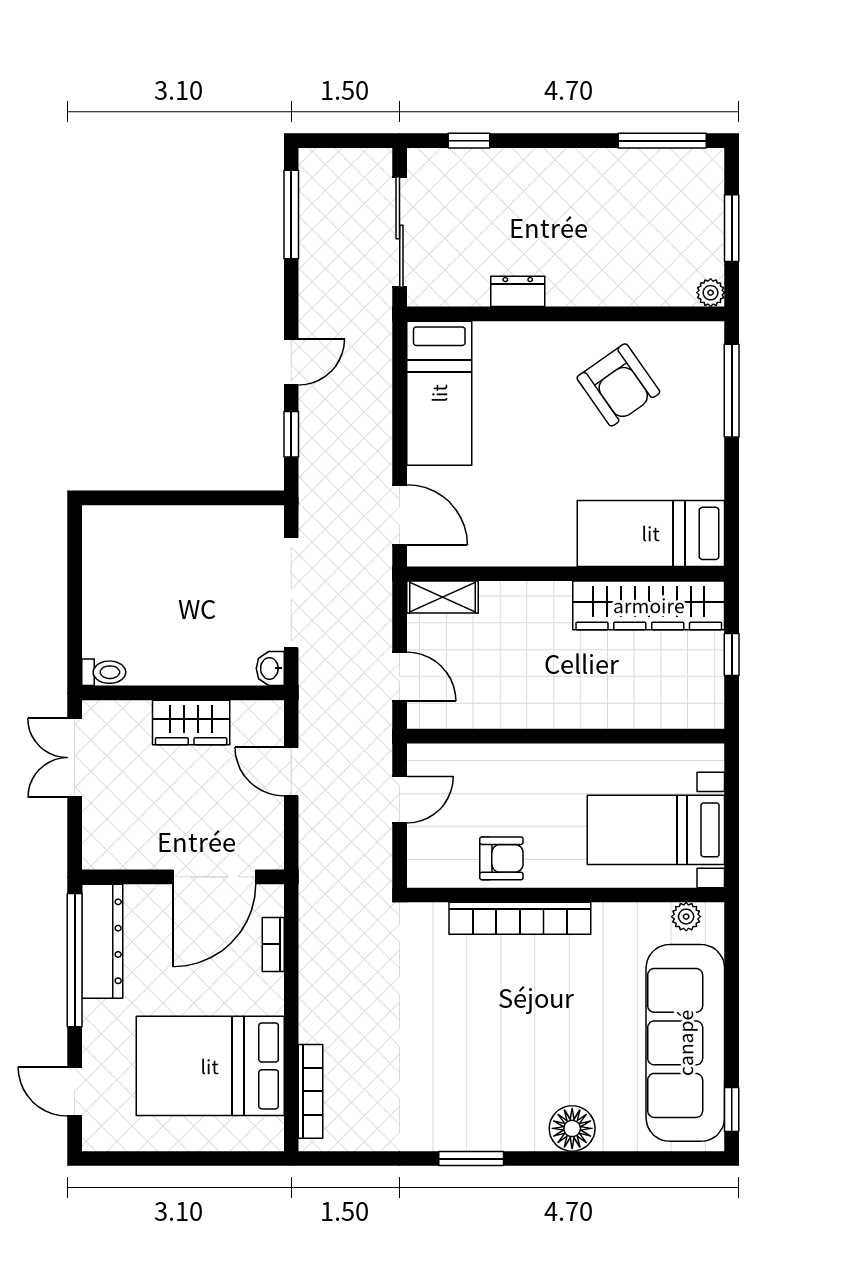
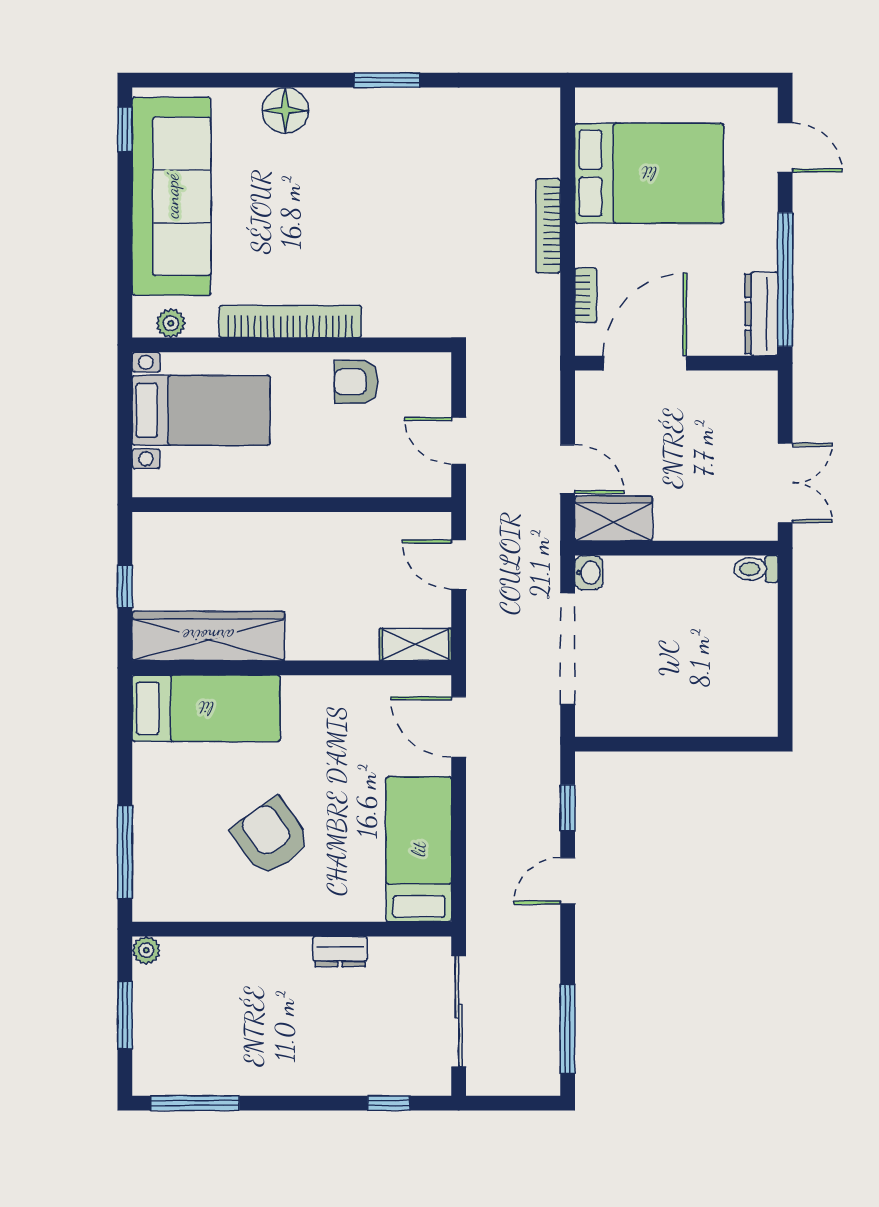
armchair: (618, 385) -> (271, 837), moved
wardrobe: (191, 722) -> (614, 518), moved
door: (400, 800) -> (459, 441), hinge flipped
bookcase: (520, 918) -> (290, 322), moved
dresser: (102, 941) -> (761, 314), width x0.73, depth x0.80
bookcase: (311, 1091) -> (548, 226), moved

